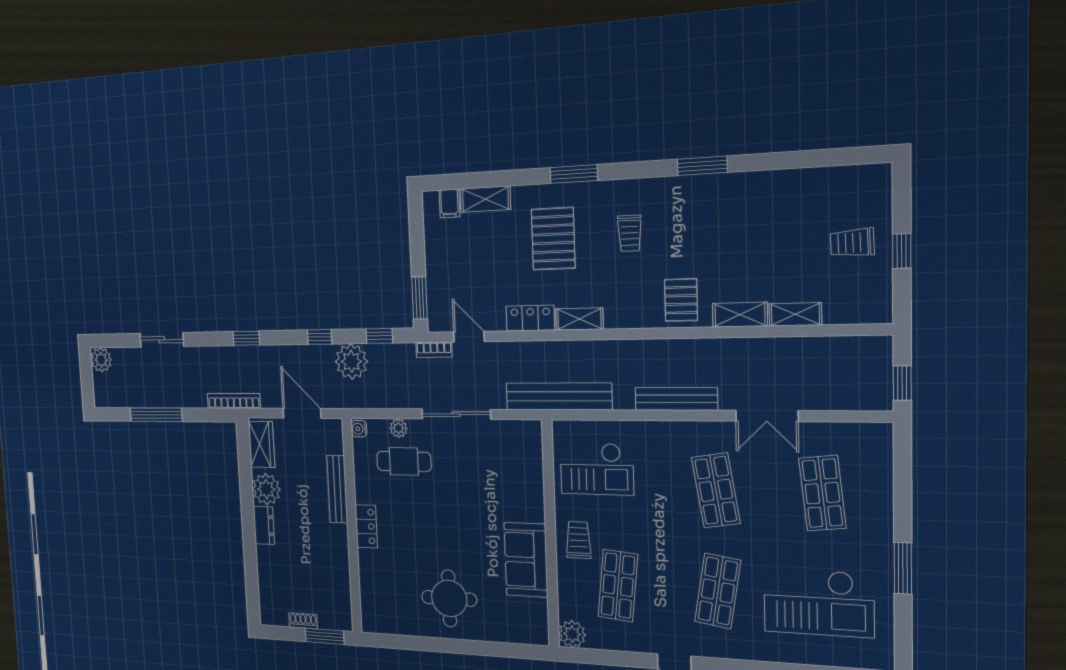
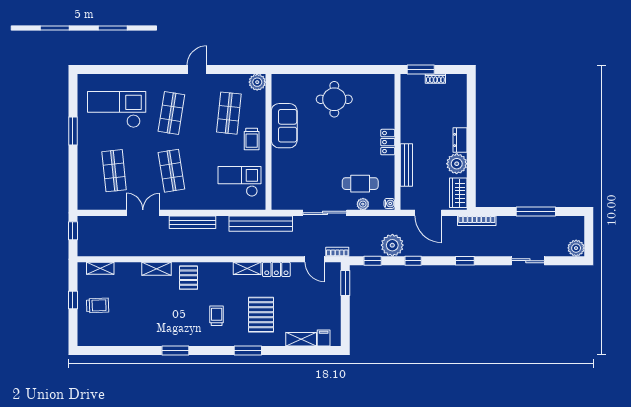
shelving: (795, 314) -> (100, 268), moved

